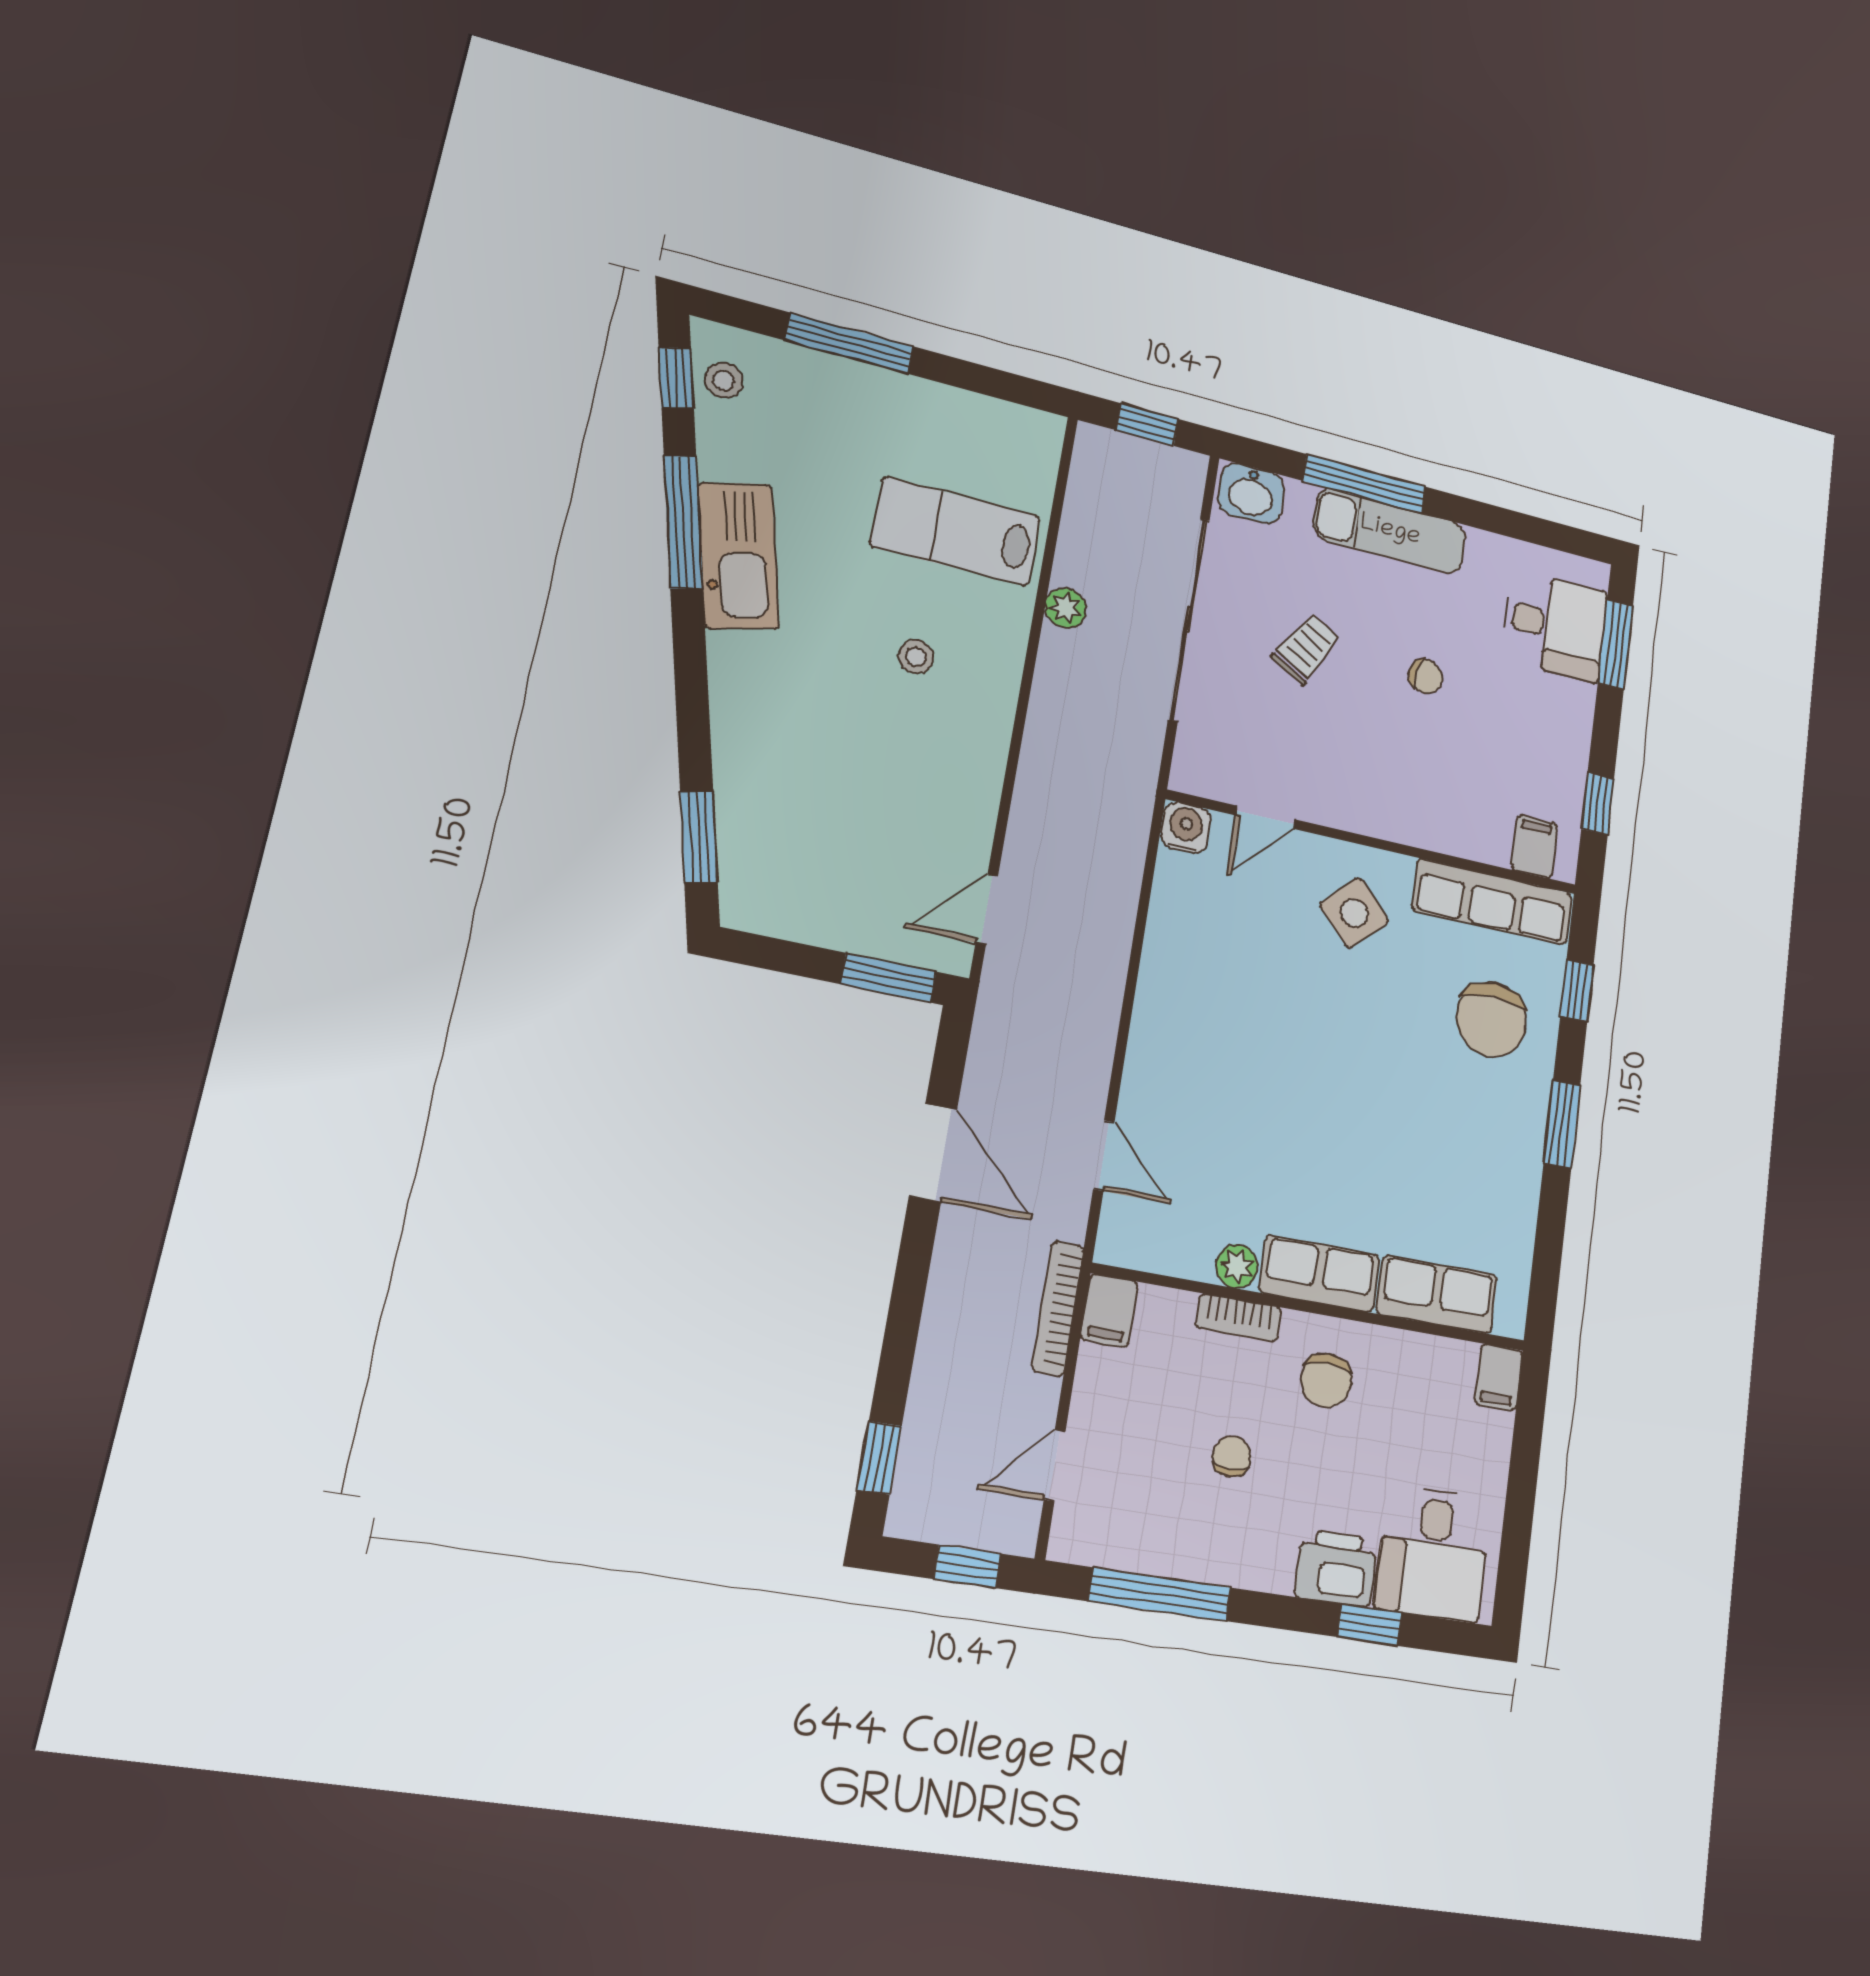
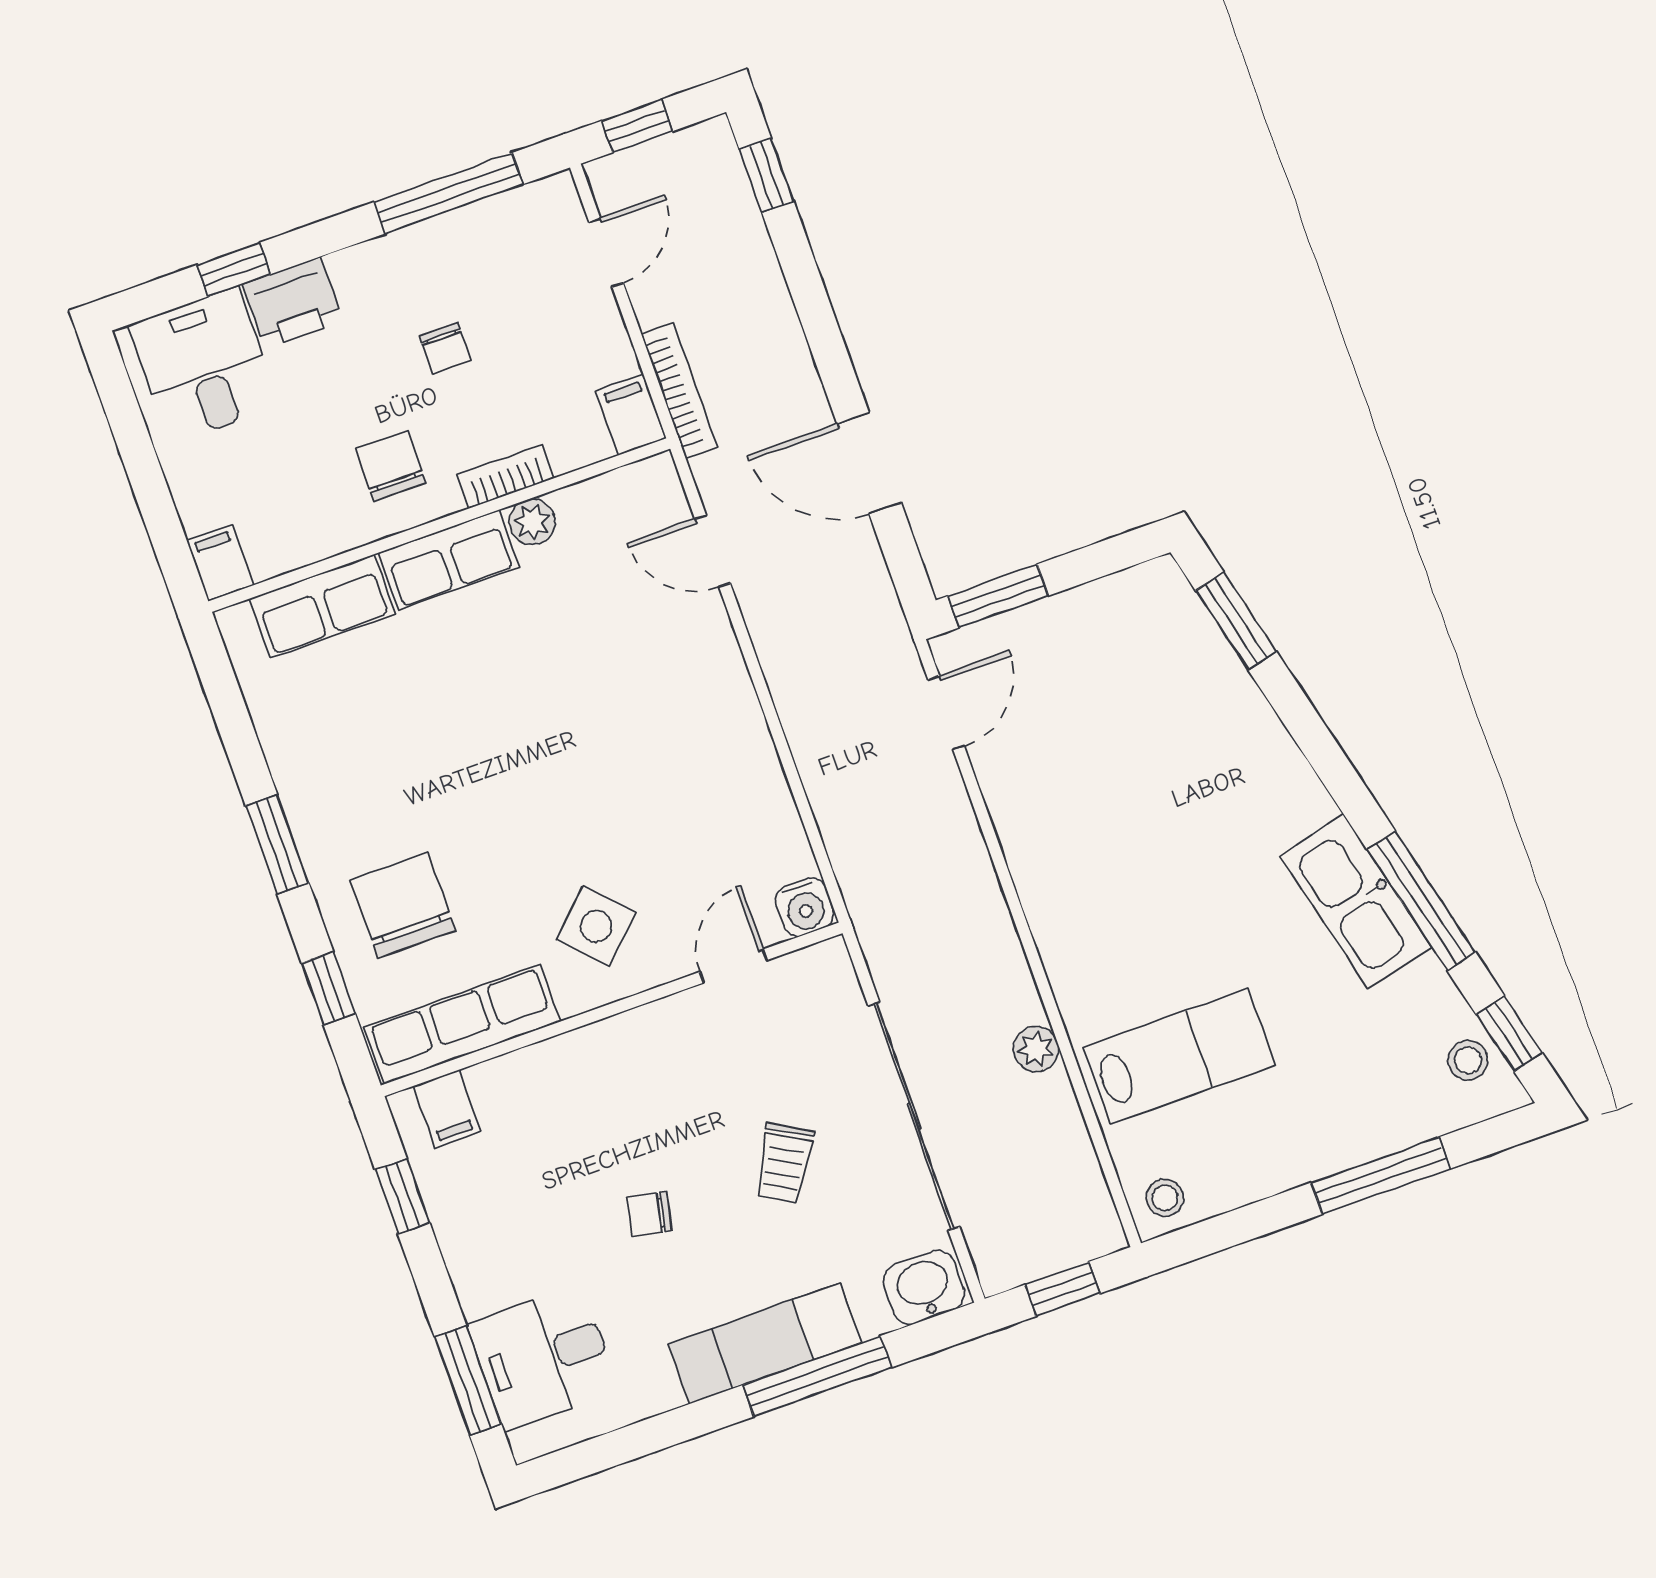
stool: (916, 657) -> (1165, 1198), moved

